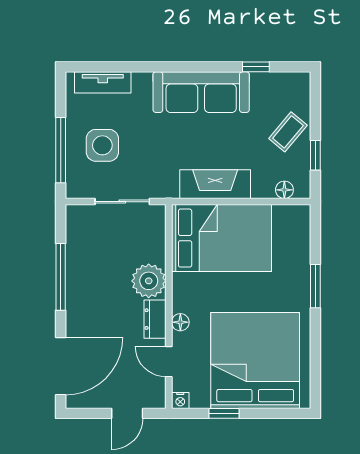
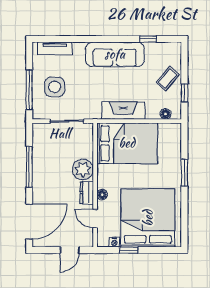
nightstand: (180, 400) -> (114, 242), moved

